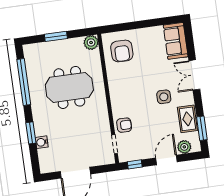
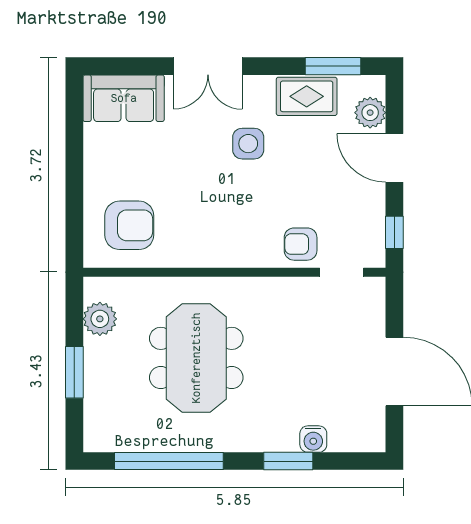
plant: (91, 43) -> (100, 319), moved
armchair: (124, 125) -> (301, 244), turned -90

